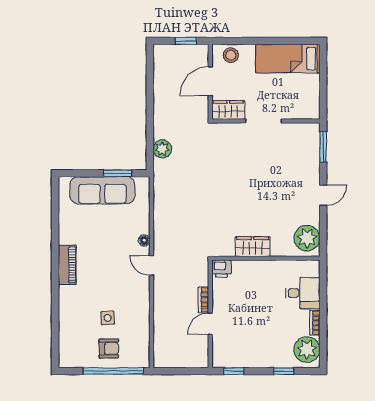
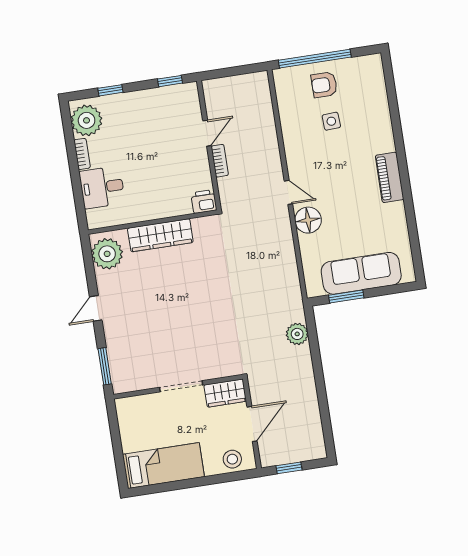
floor lamp: (144, 240) -> (308, 220), width x1.89, depth x1.89
wardrobe: (253, 247) -> (160, 235), width x1.50

